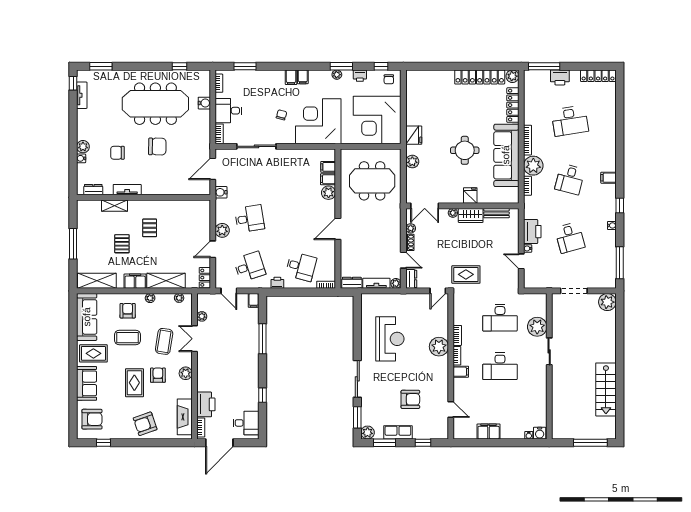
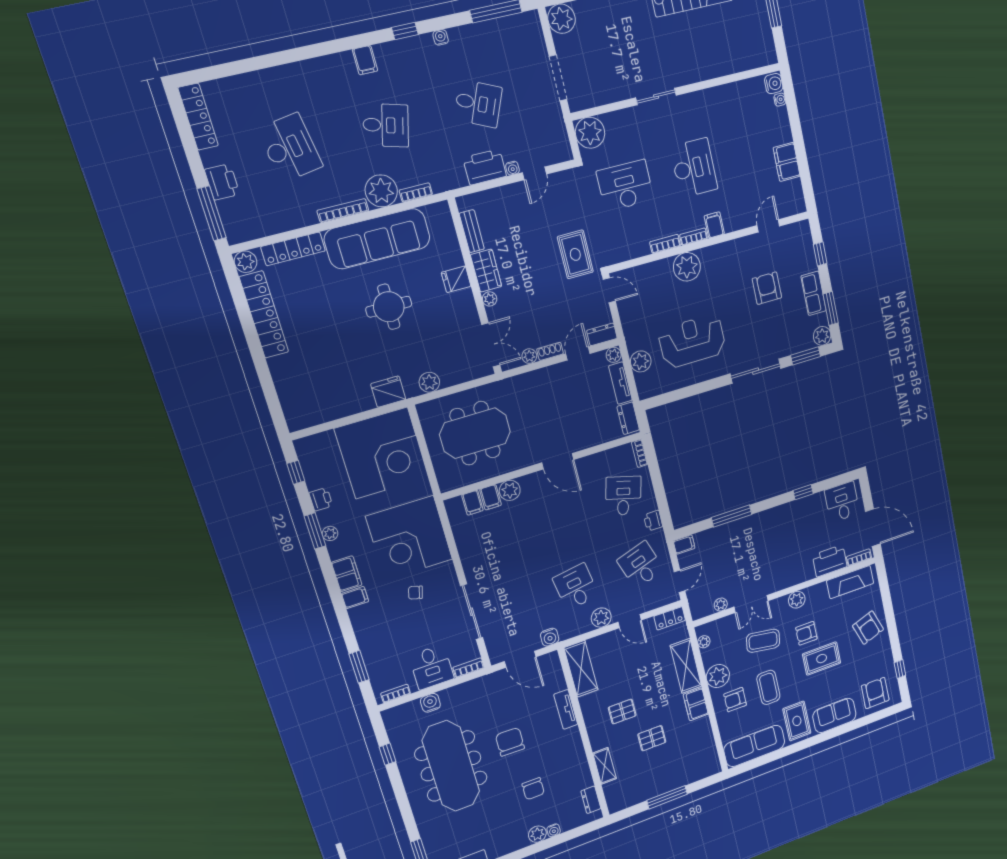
filing cabinet: (303, 77) -> (347, 574), width x2.00
chair: (389, 79) -> (313, 454), removed
meeting table: (372, 181) -> (475, 433), turned 90
tv unit: (127, 190) -> (566, 709), moved
desk: (570, 238) -> (478, 104), turned 39
shelving: (97, 281) -> (581, 669), moved
plant: (150, 298) -> (718, 676), width x1.88, depth x1.88
plant: (387, 300) -> (641, 361), added
desk: (500, 318) -> (625, 186), turned -90
plant: (537, 327) -> (590, 133), moved

